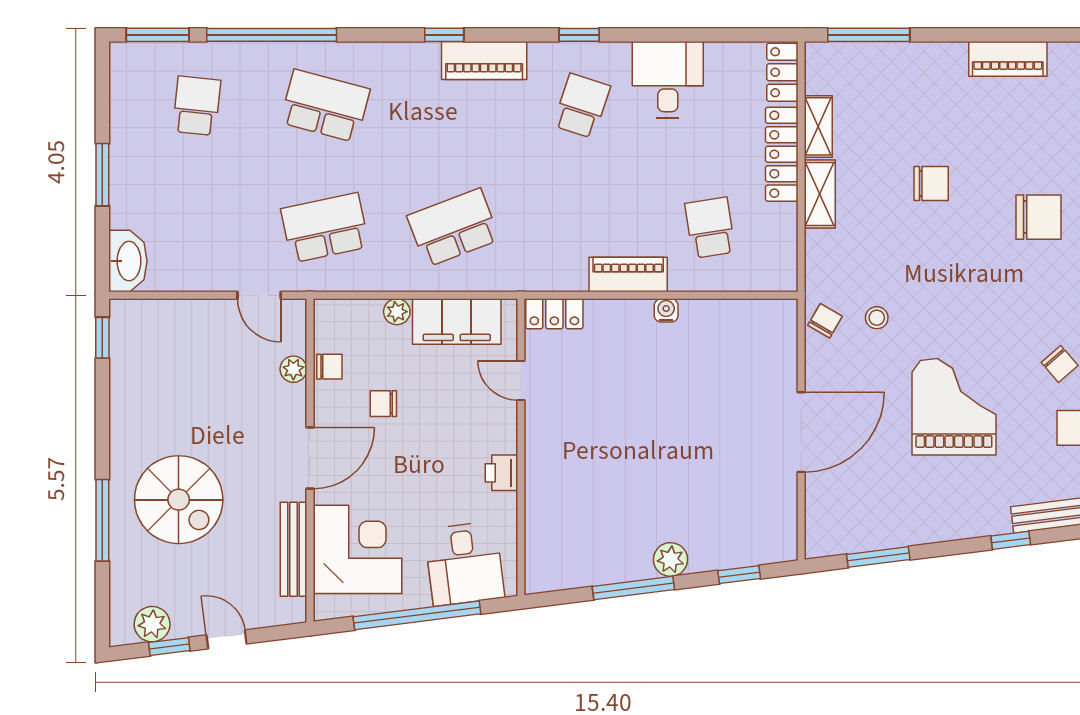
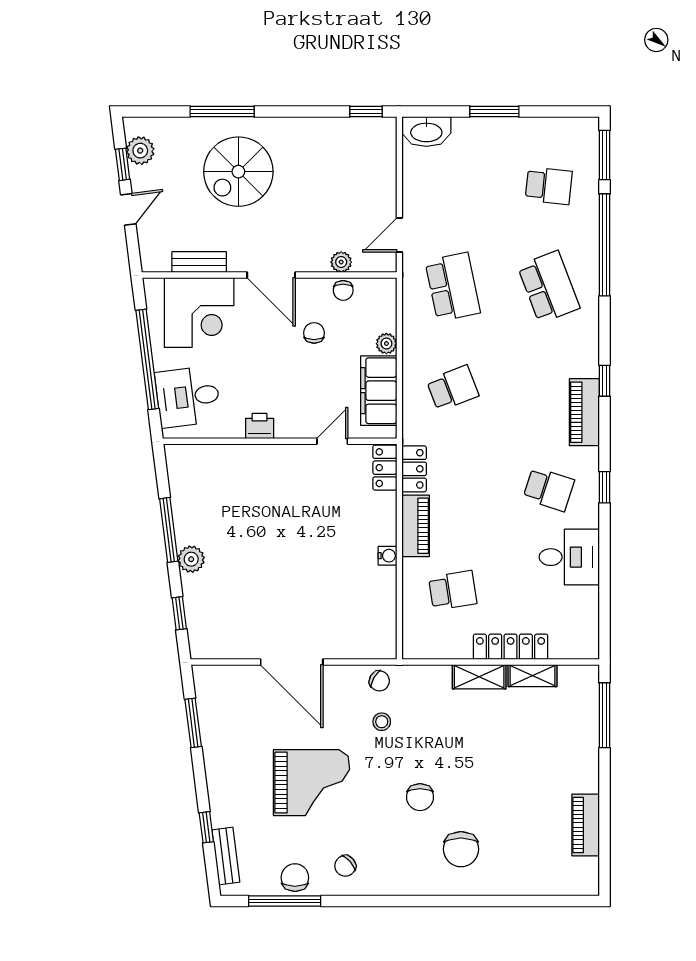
locker: (782, 72) -> (414, 469), moved, turned 90
school desk: (325, 106) -> (549, 287), turned -36
chair: (931, 183) -> (420, 797), moved
school desk: (453, 228) -> (453, 388), width x0.54
bench: (293, 549) -> (199, 262), width x0.73

